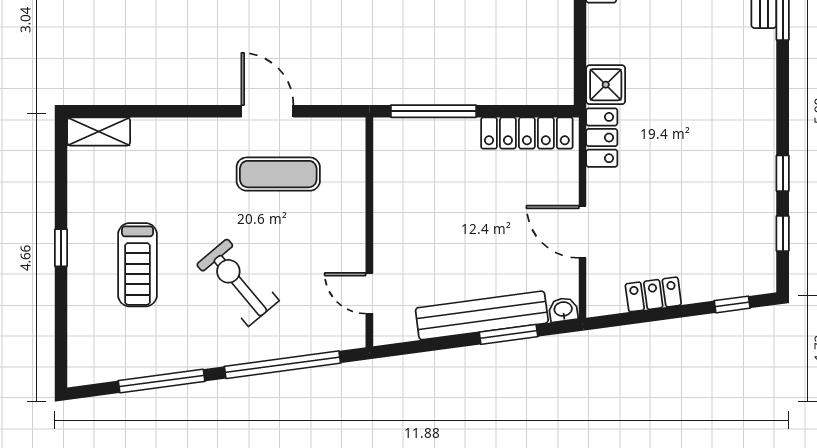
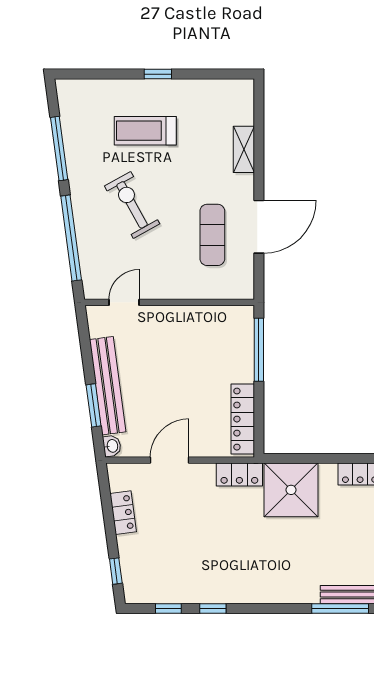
shower: (606, 85) -> (291, 490), width x1.86, depth x1.86
door: (267, 111) -> (259, 227), width x1.36
shelving: (99, 132) -> (244, 149), moved
exercise bike: (238, 282) -> (132, 205), turned -79

